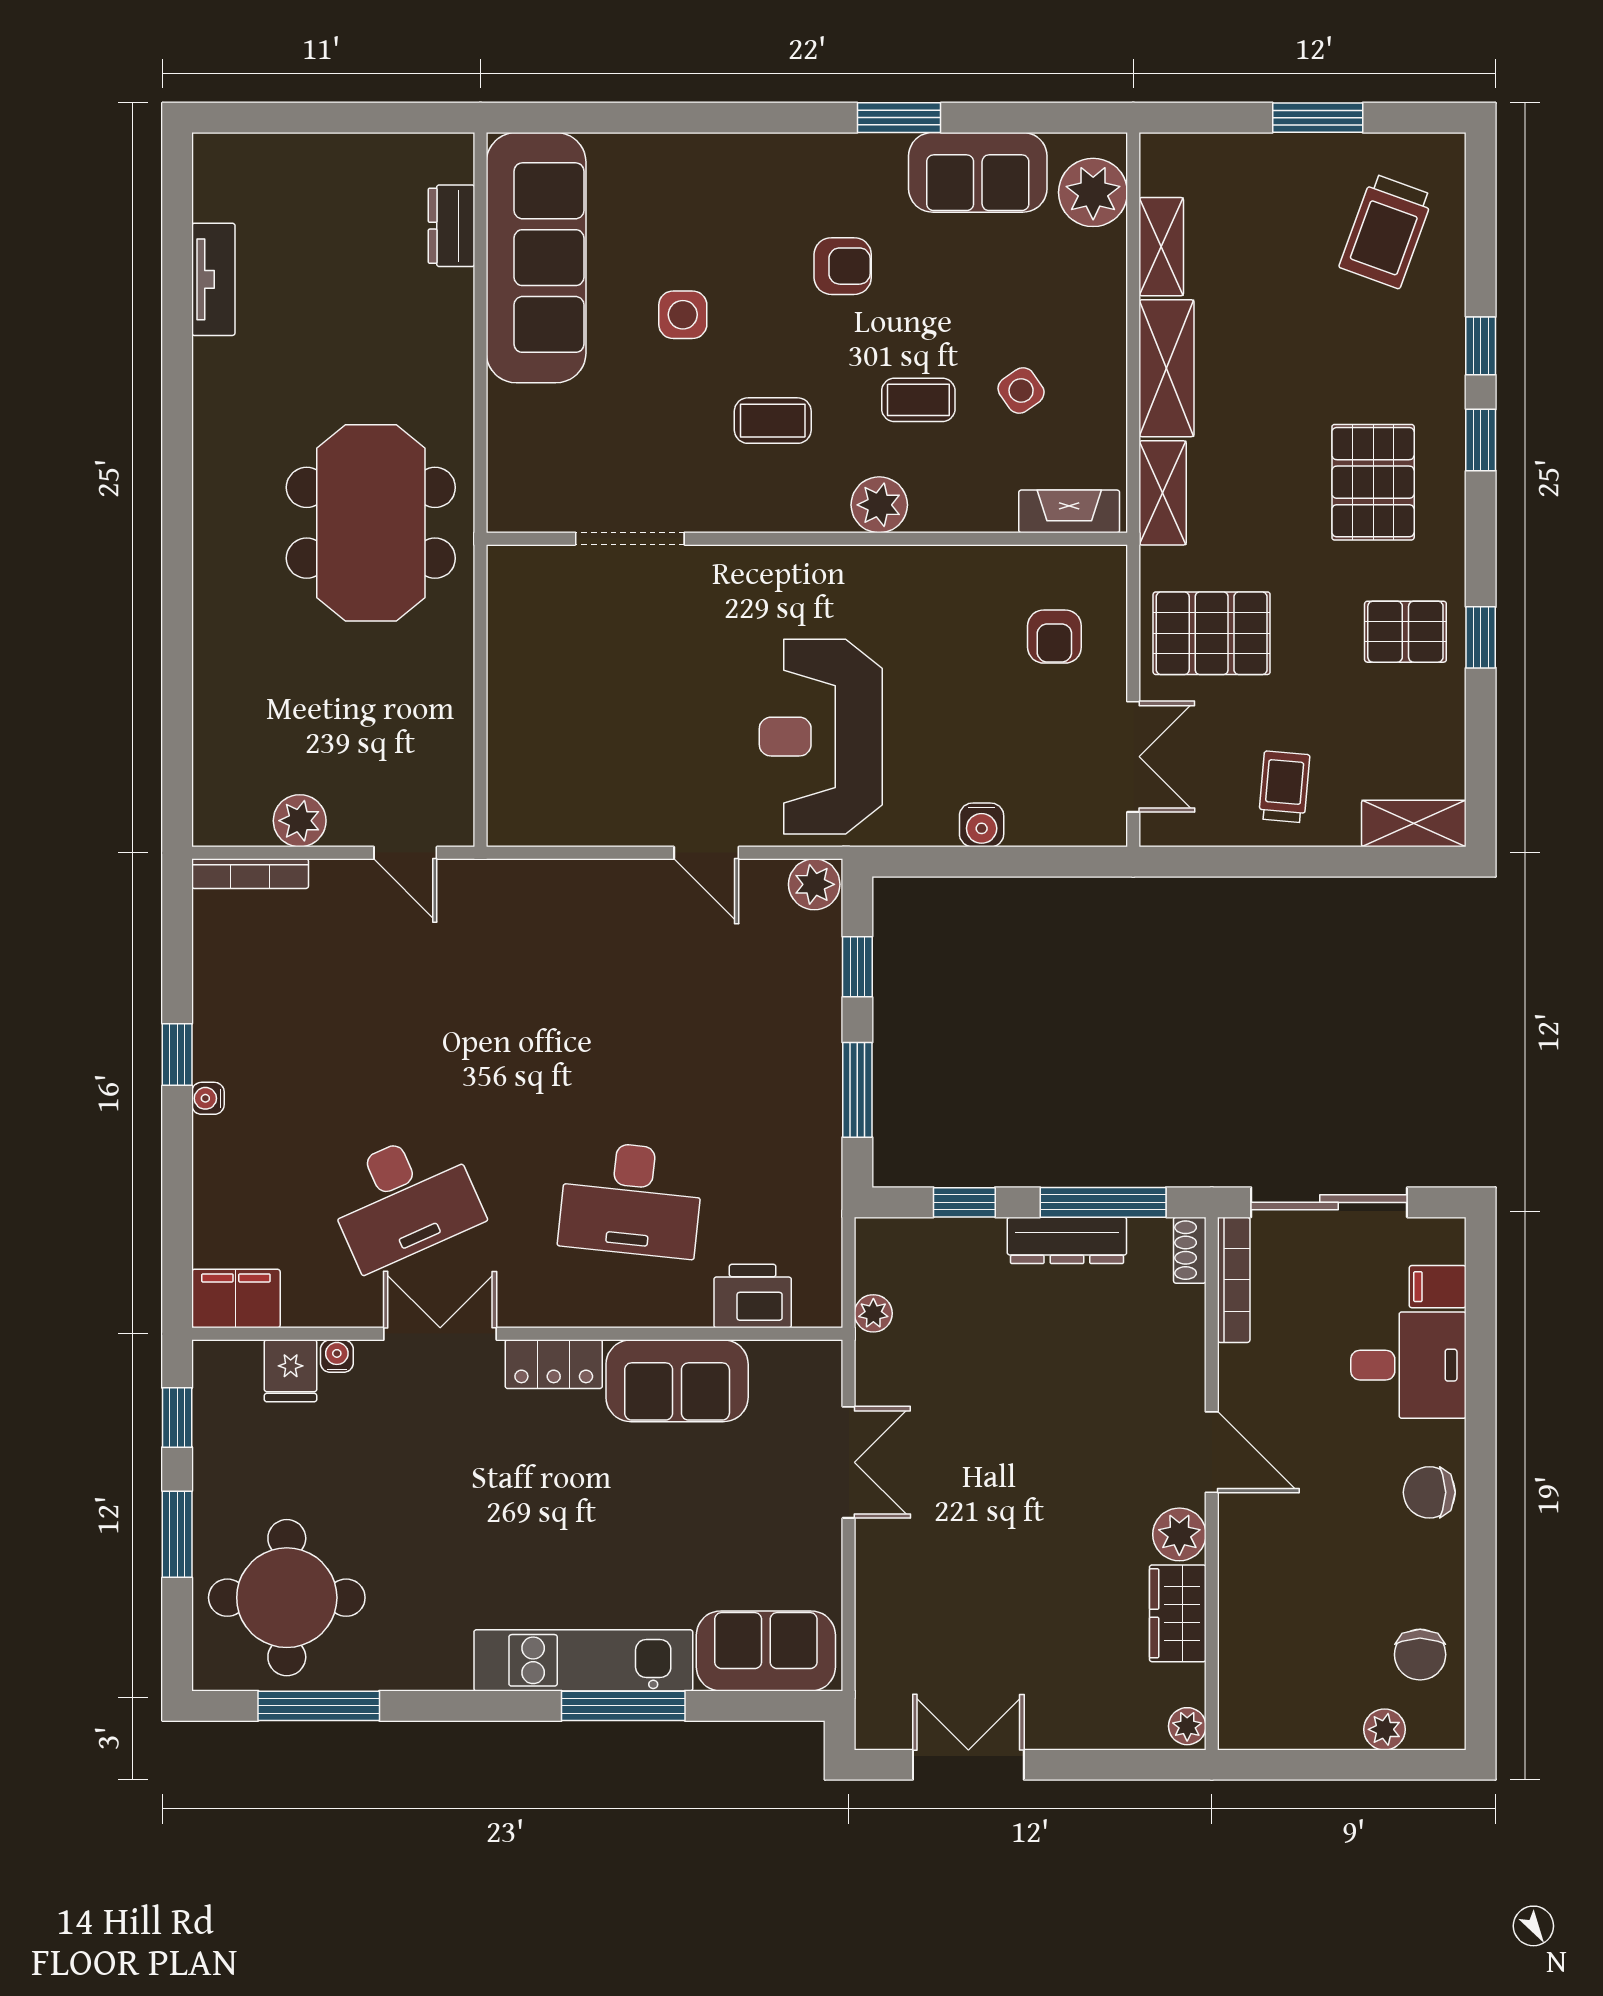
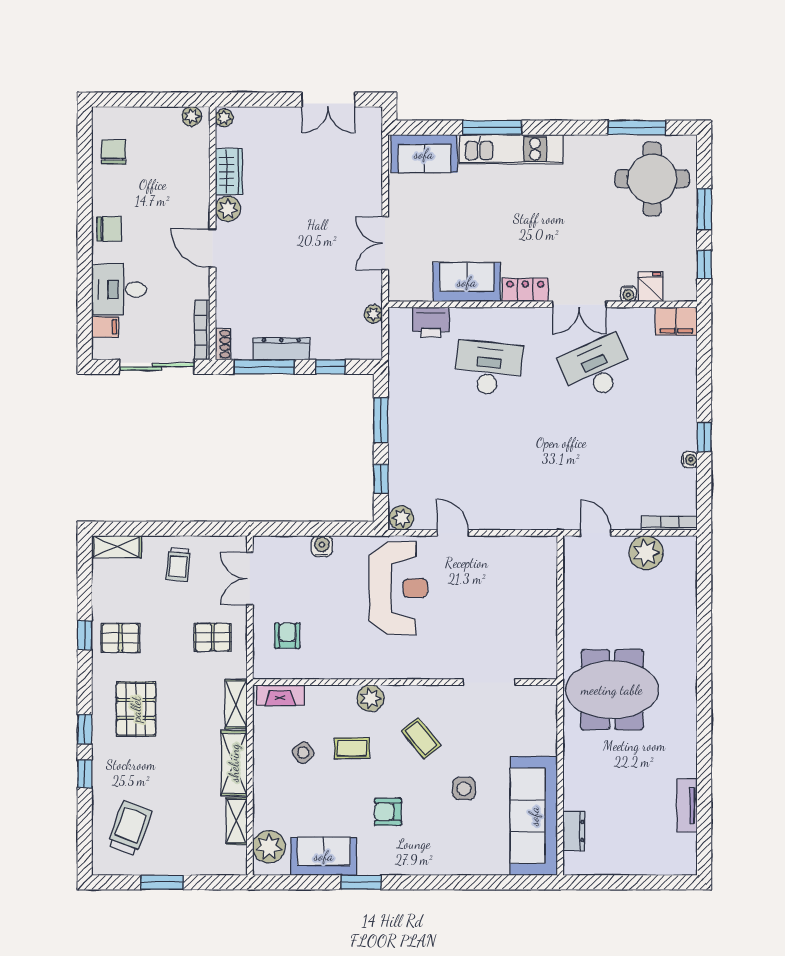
coffee table: (773, 421) -> (421, 738), turned 51
meeting table: (371, 523) -> (612, 690), turned 90
pallet: (1212, 633) -> (213, 637), width x0.67, depth x0.71
plant: (300, 821) -> (646, 553), width x1.36, depth x1.36
water cooler: (208, 1098) -> (690, 460), moved
plant: (1385, 1729) -> (192, 116), moved

